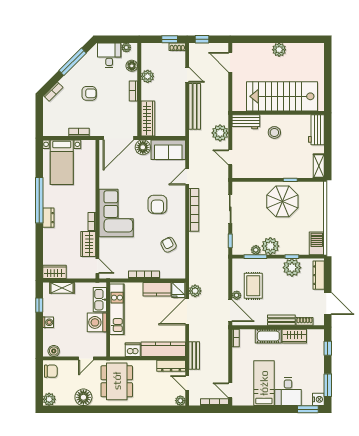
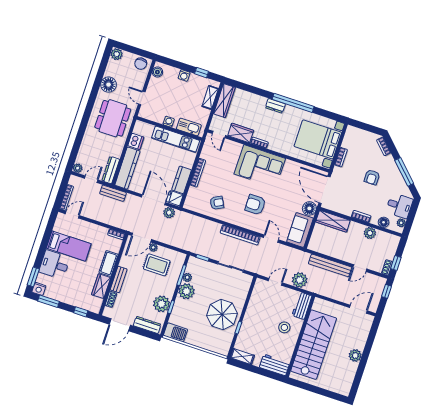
bed with nightstands: (62, 162) -> (318, 139), width x1.36
door: (97, 266) -> (219, 135), hinge flipped
wardrobe: (54, 272) -> (224, 101), width x1.50
washing machine: (97, 322) -> (169, 122), width x0.53, depth x0.53
dining table: (117, 381) -> (113, 118), turned 90

